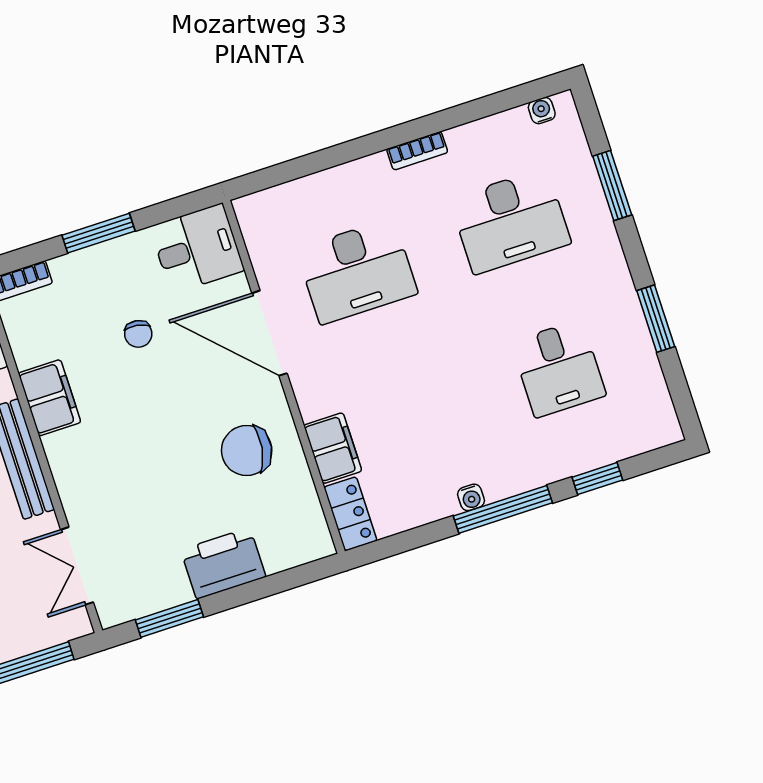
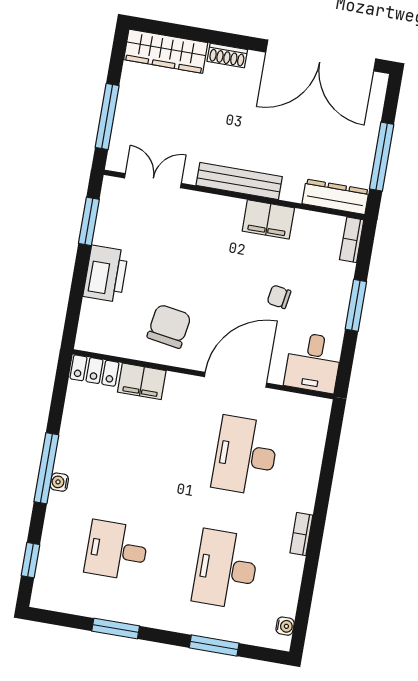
window: (597, 479) -> (30, 560), moved
water cooler: (471, 497) -> (59, 482), moved

